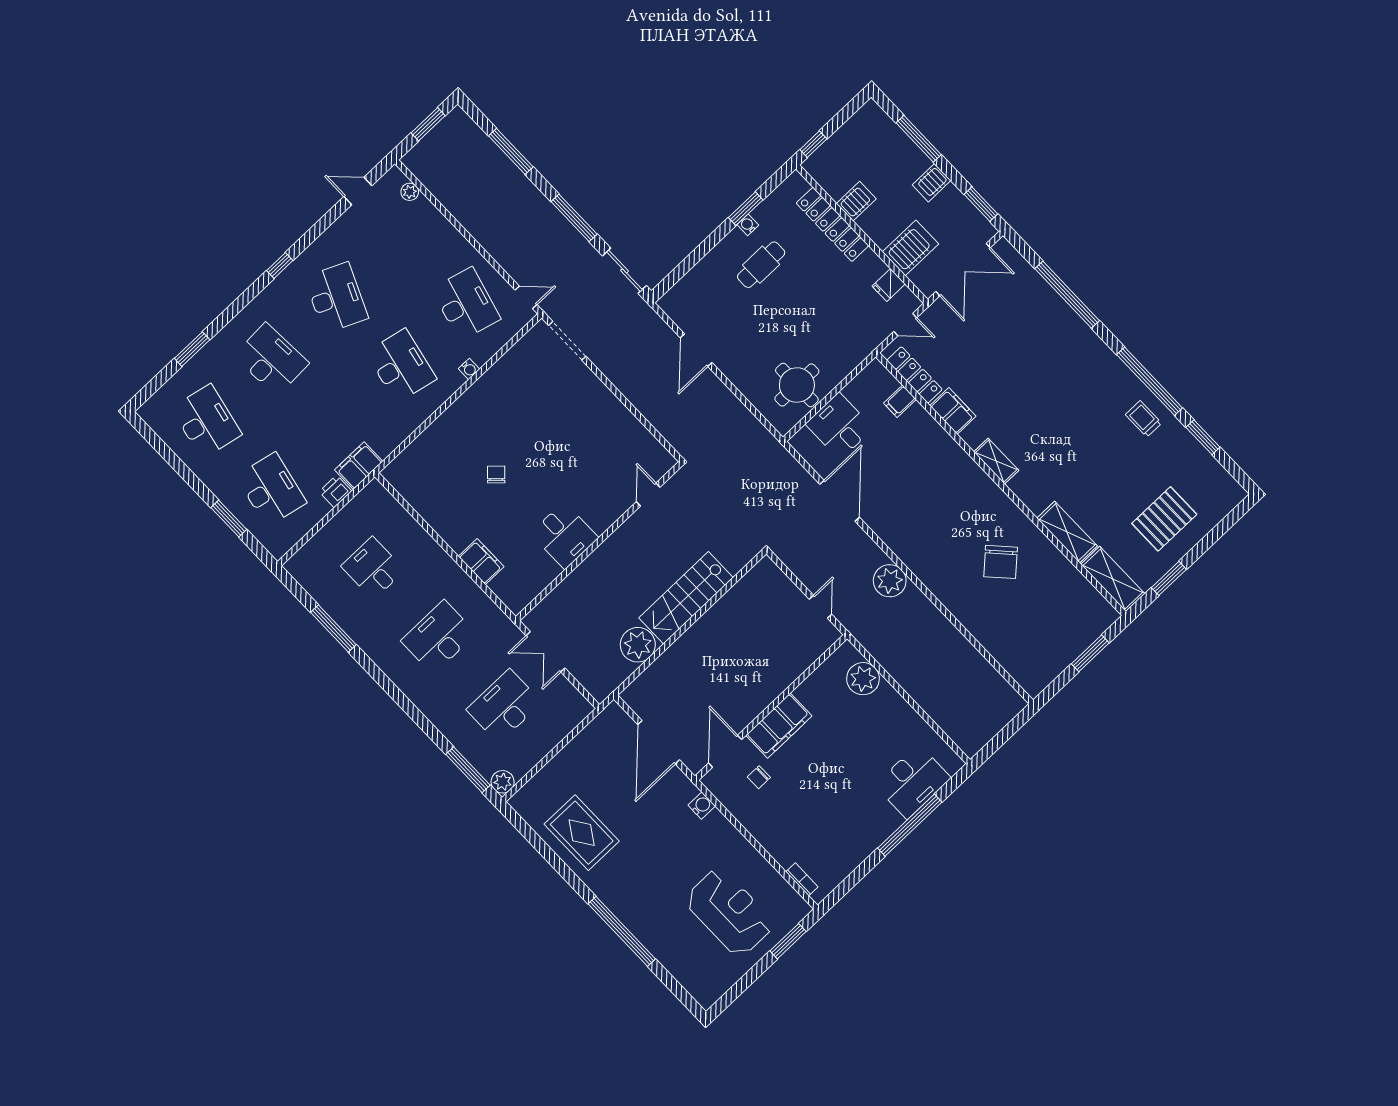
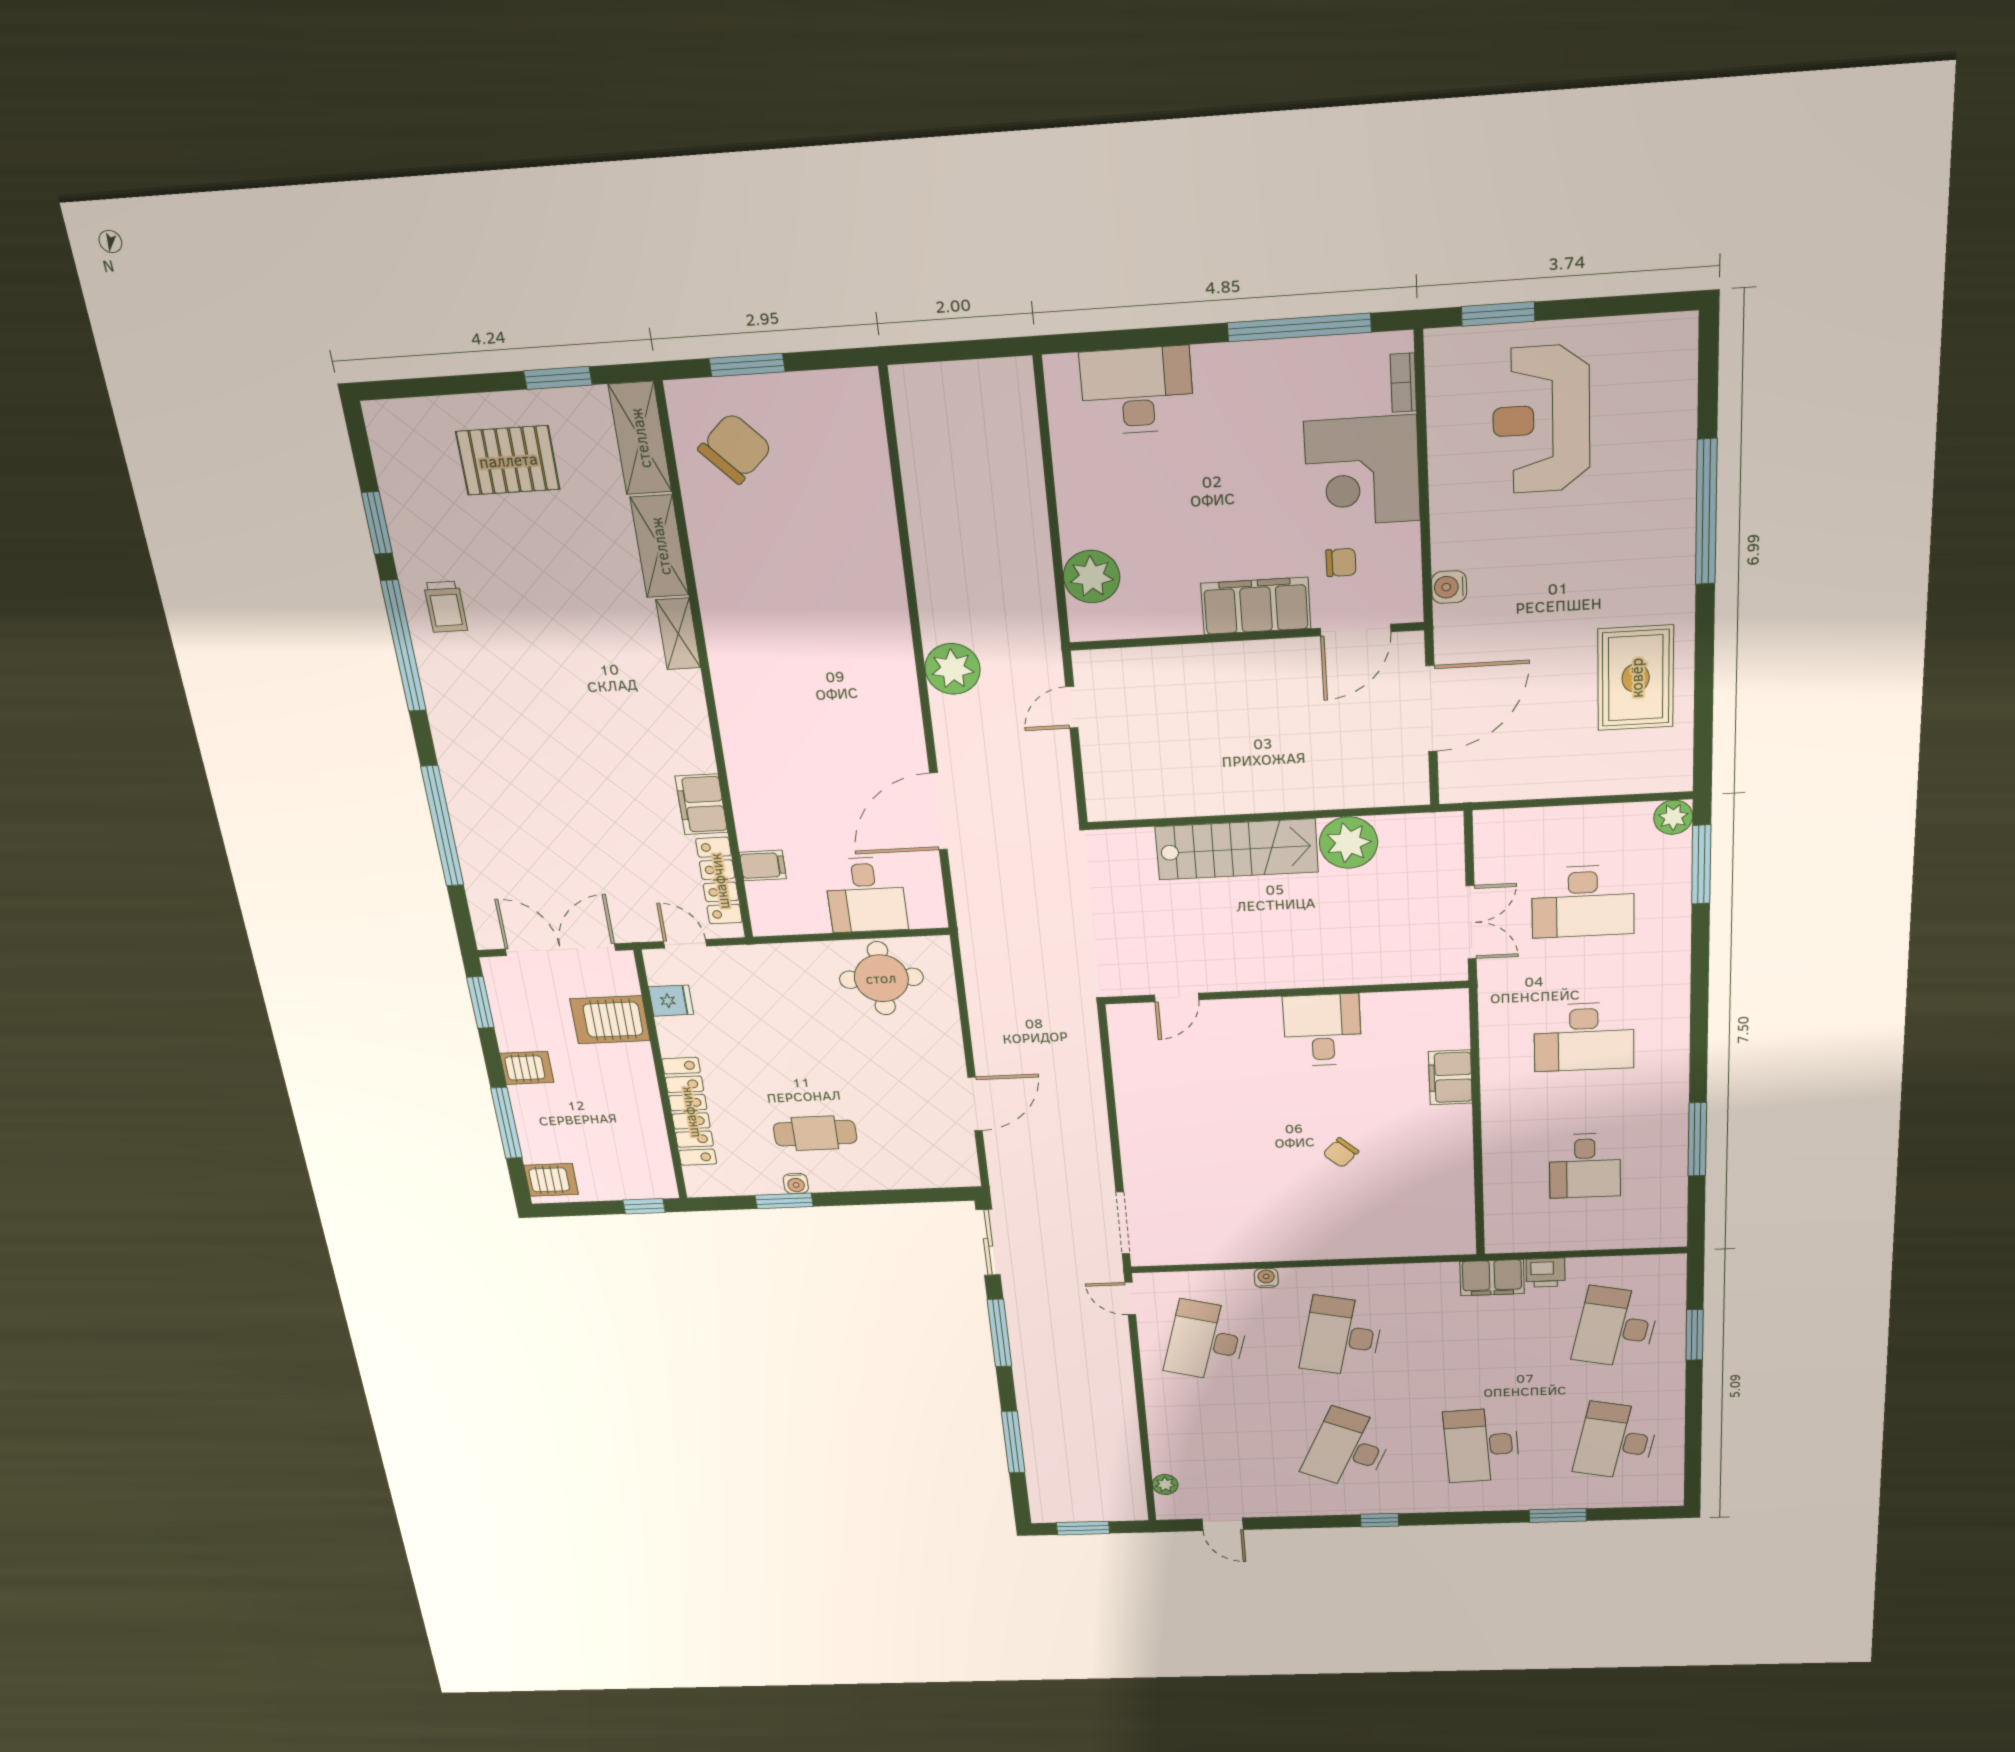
server rack: (856, 201) -> (551, 1180), moved, turned 180
shelving: (996, 461) -> (678, 634), moved
chair: (1001, 562) -> (735, 448), moved
window: (910, 825) -> (1299, 327), moved
corner desk: (786, 826) -> (1362, 471), added

